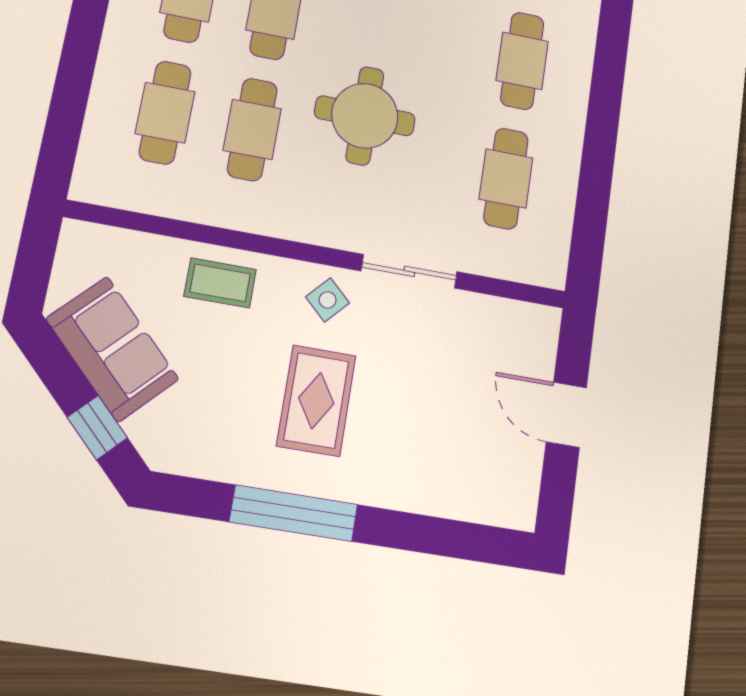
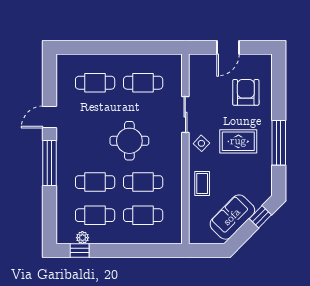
armchair: (443, 443) -> (246, 92), added

